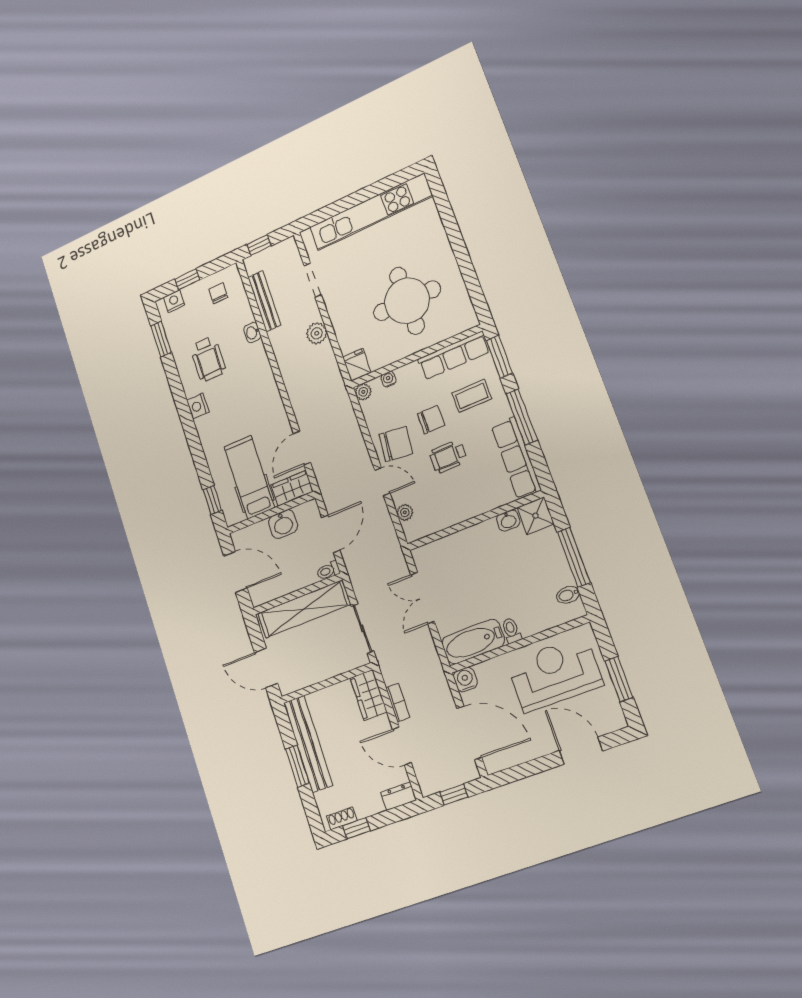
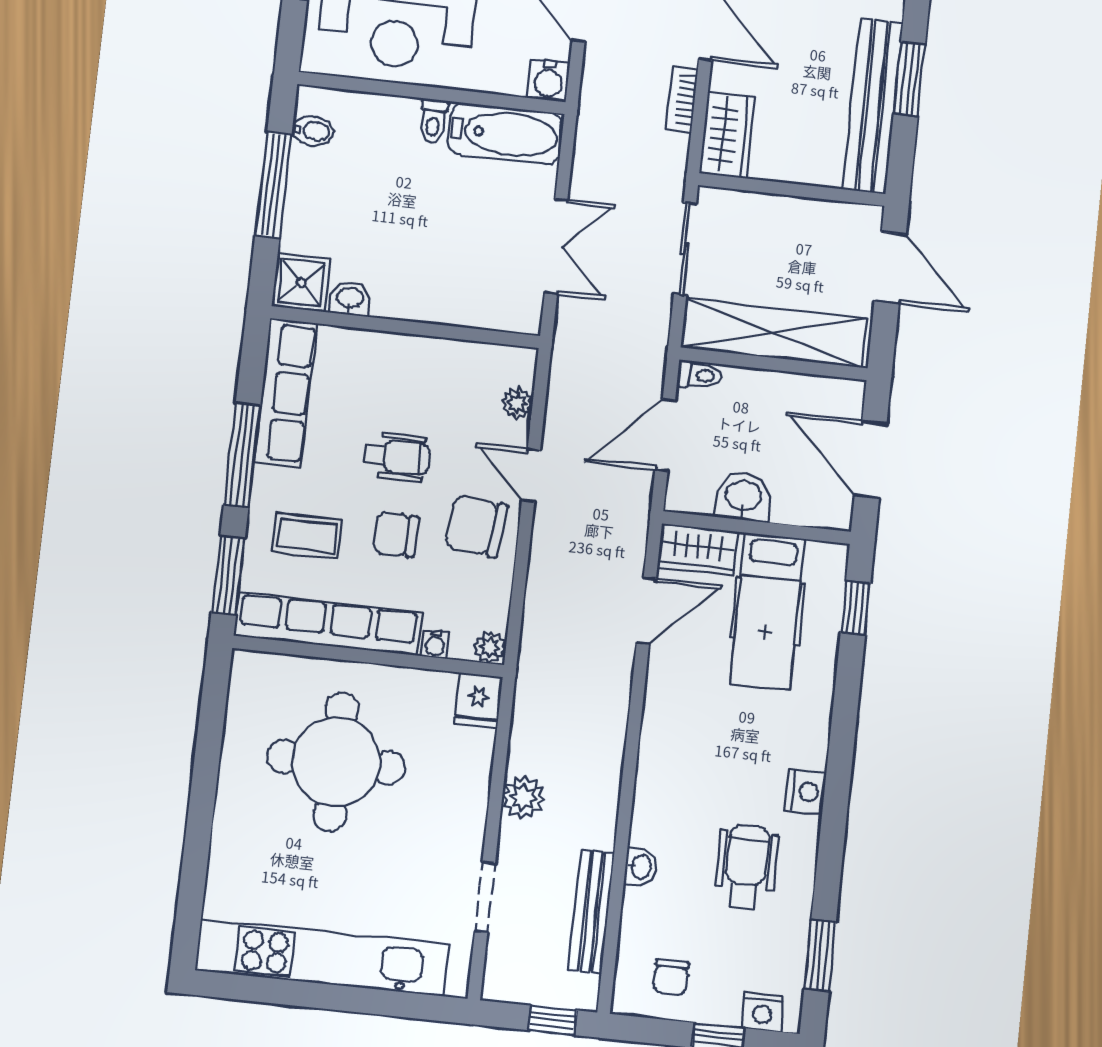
row of seats: (454, 356) -> (328, 624), width x1.36

